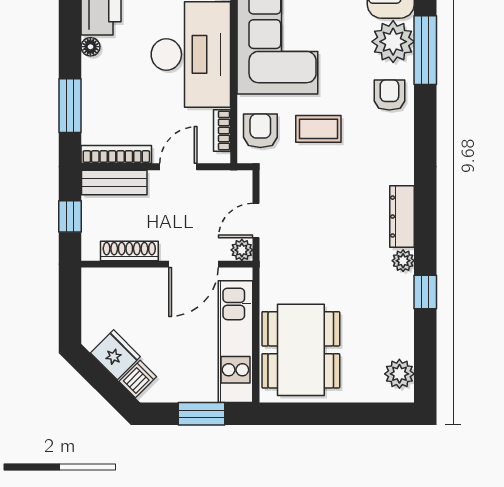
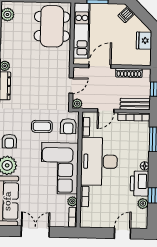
plant: (242, 250) -> (77, 104), moved
fridge: (115, 355) -> (144, 41), moved, turned 45

